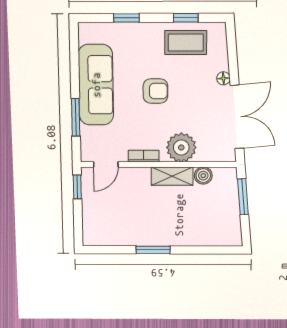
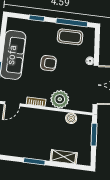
window: (186, 18) -> (72, 23), width x2.17
shelving: (172, 176) -> (64, 157), moved

